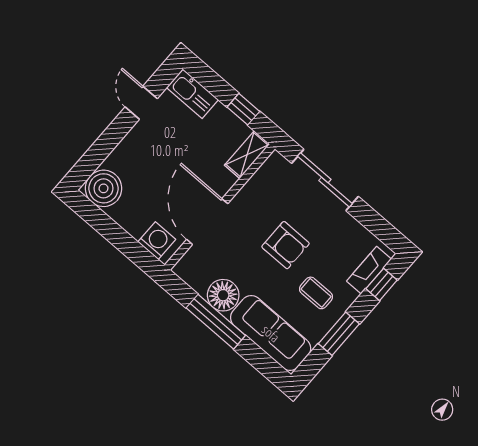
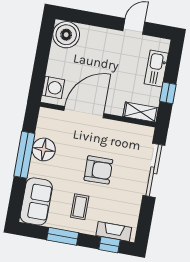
kitchen sink: (192, 94) -> (156, 68), moved
armchair: (286, 245) -> (98, 170), turned -91
sofa: (271, 333) -> (36, 201), width x0.73

